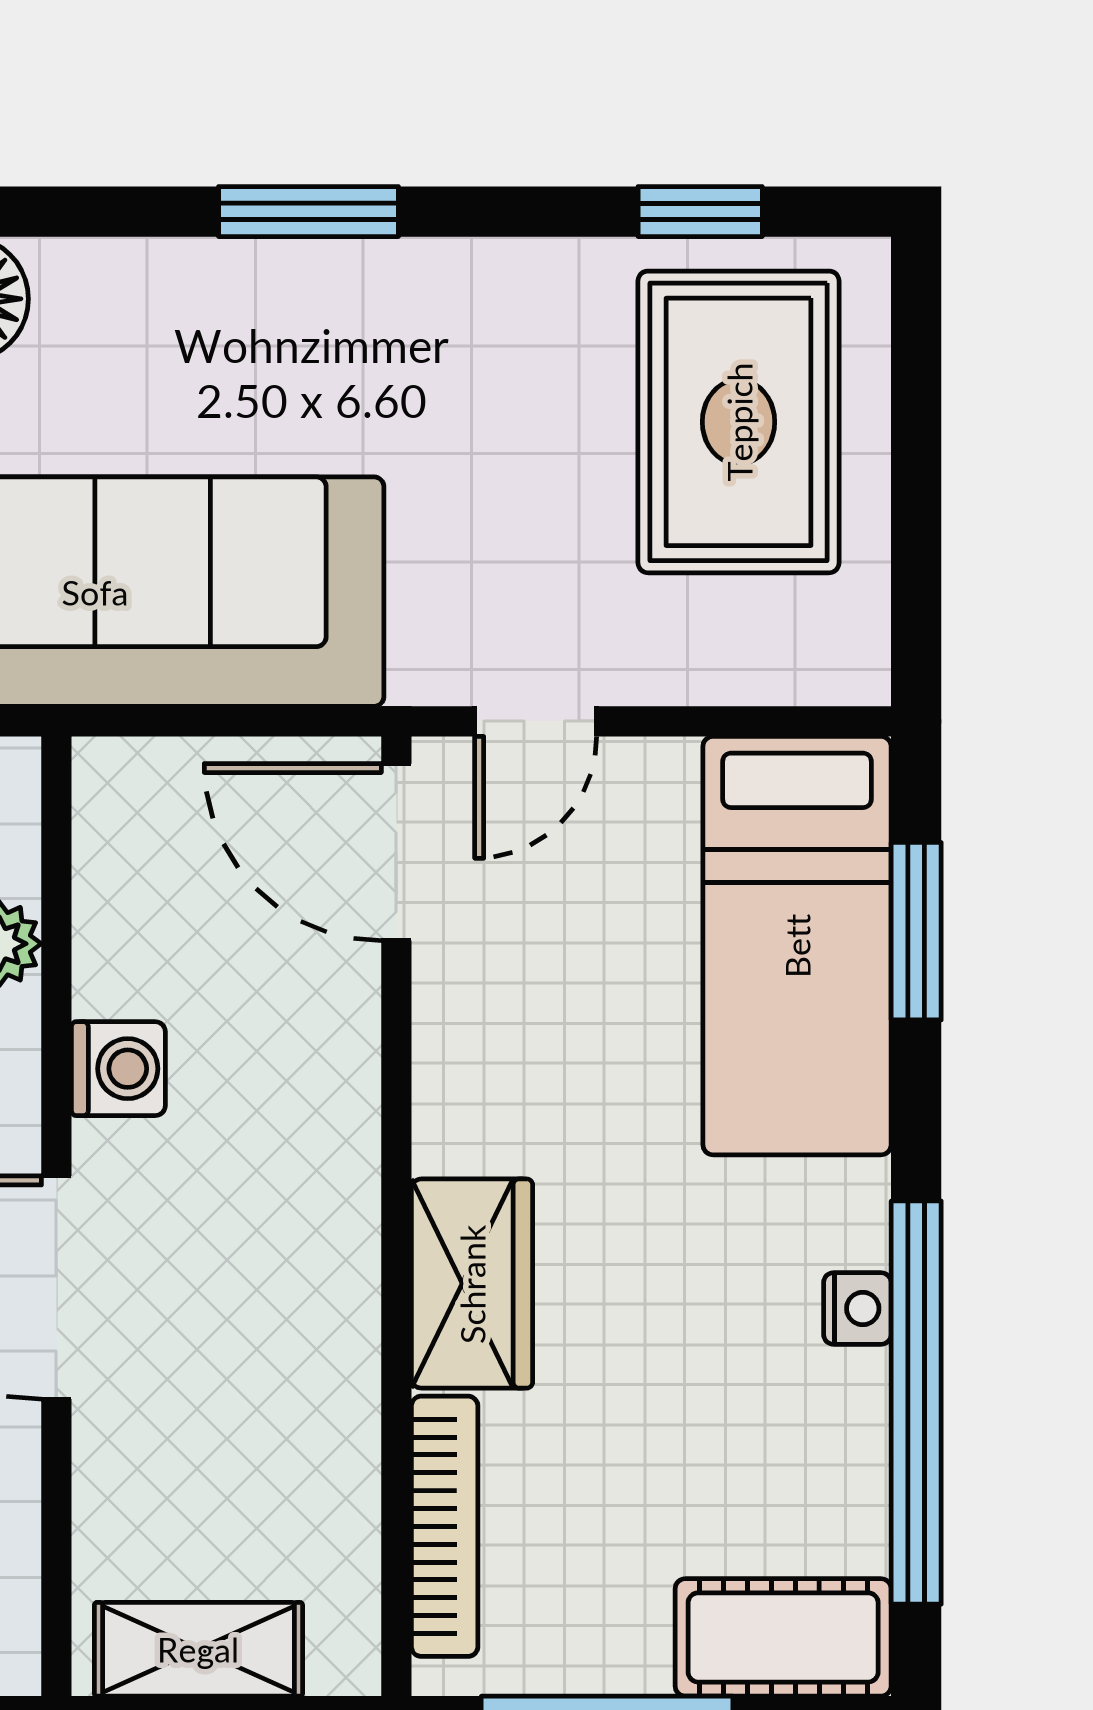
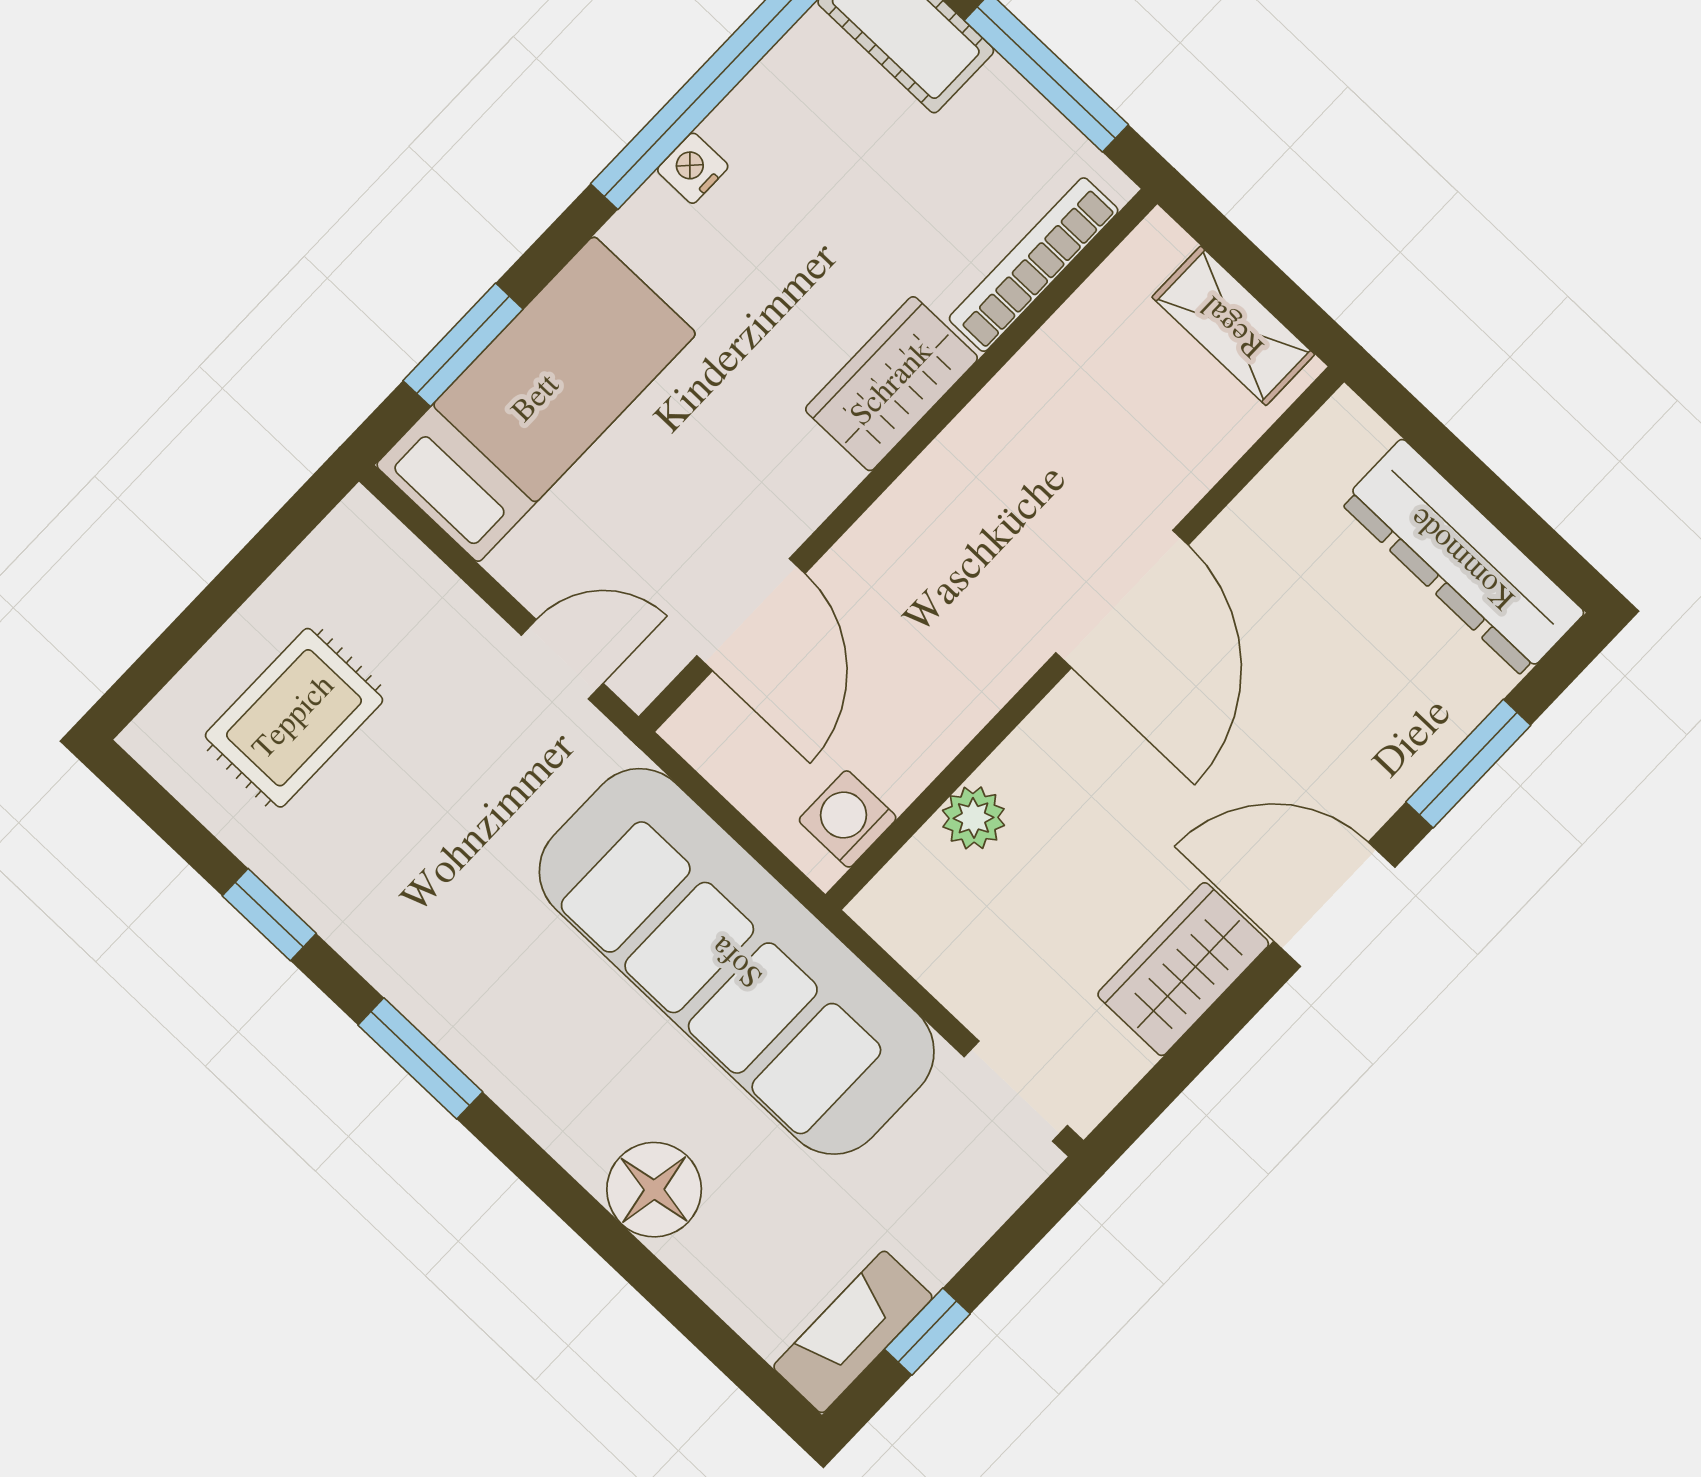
window: (700, 212) -> (269, 915), moved
rug: (739, 422) -> (294, 718), width x0.73, depth x0.70
door: (396, 852) -> (751, 615), moved
washing machine: (118, 1069) -> (848, 819), moved

